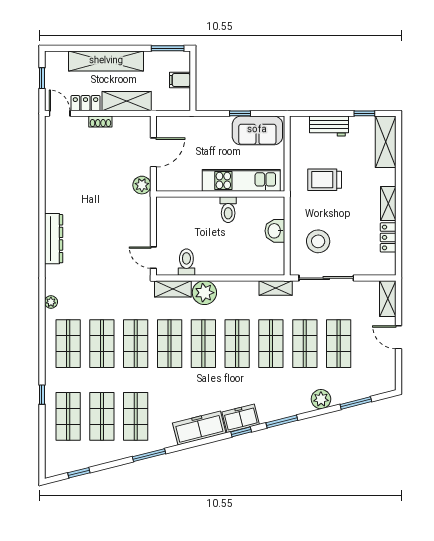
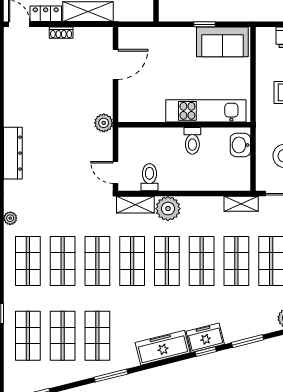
kitchen unit: (241, 180) -> (206, 111), moved
plant: (142, 185) -> (104, 123), moved
wall: (220, 194) -> (184, 125), moved
toilet: (228, 210) -> (192, 141), moved

